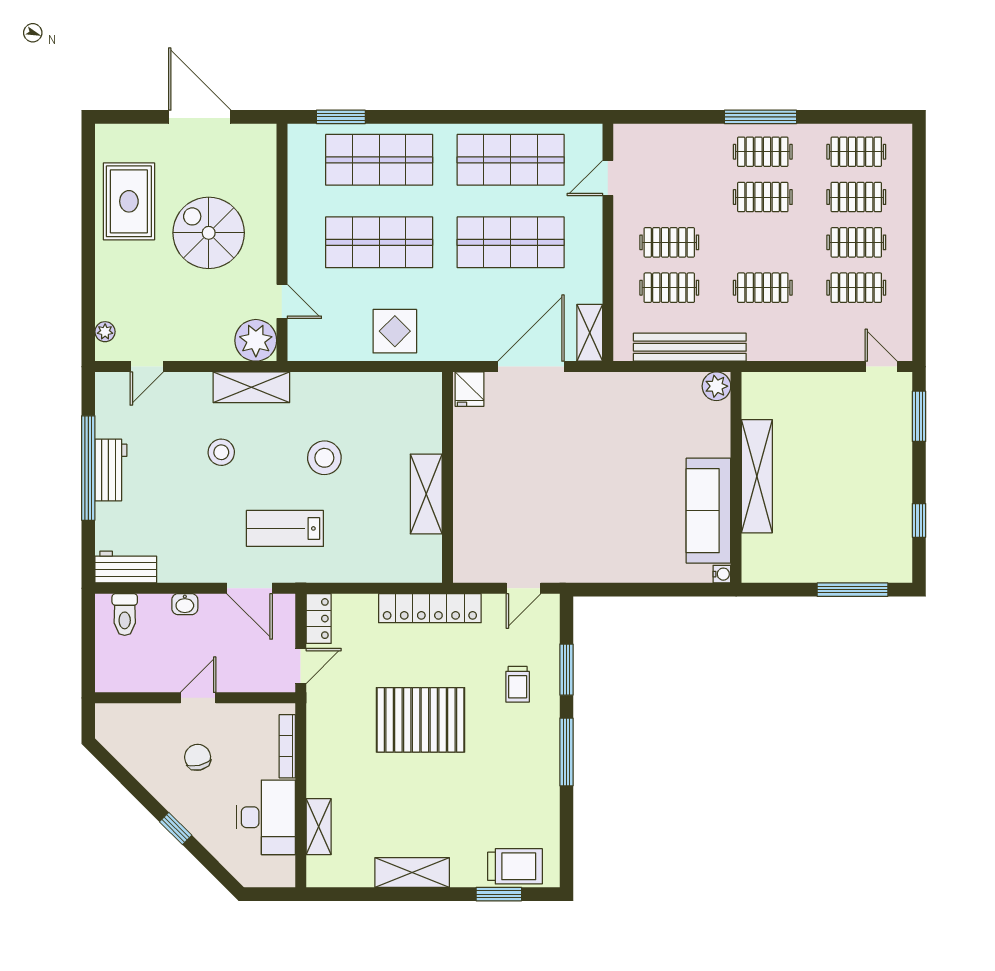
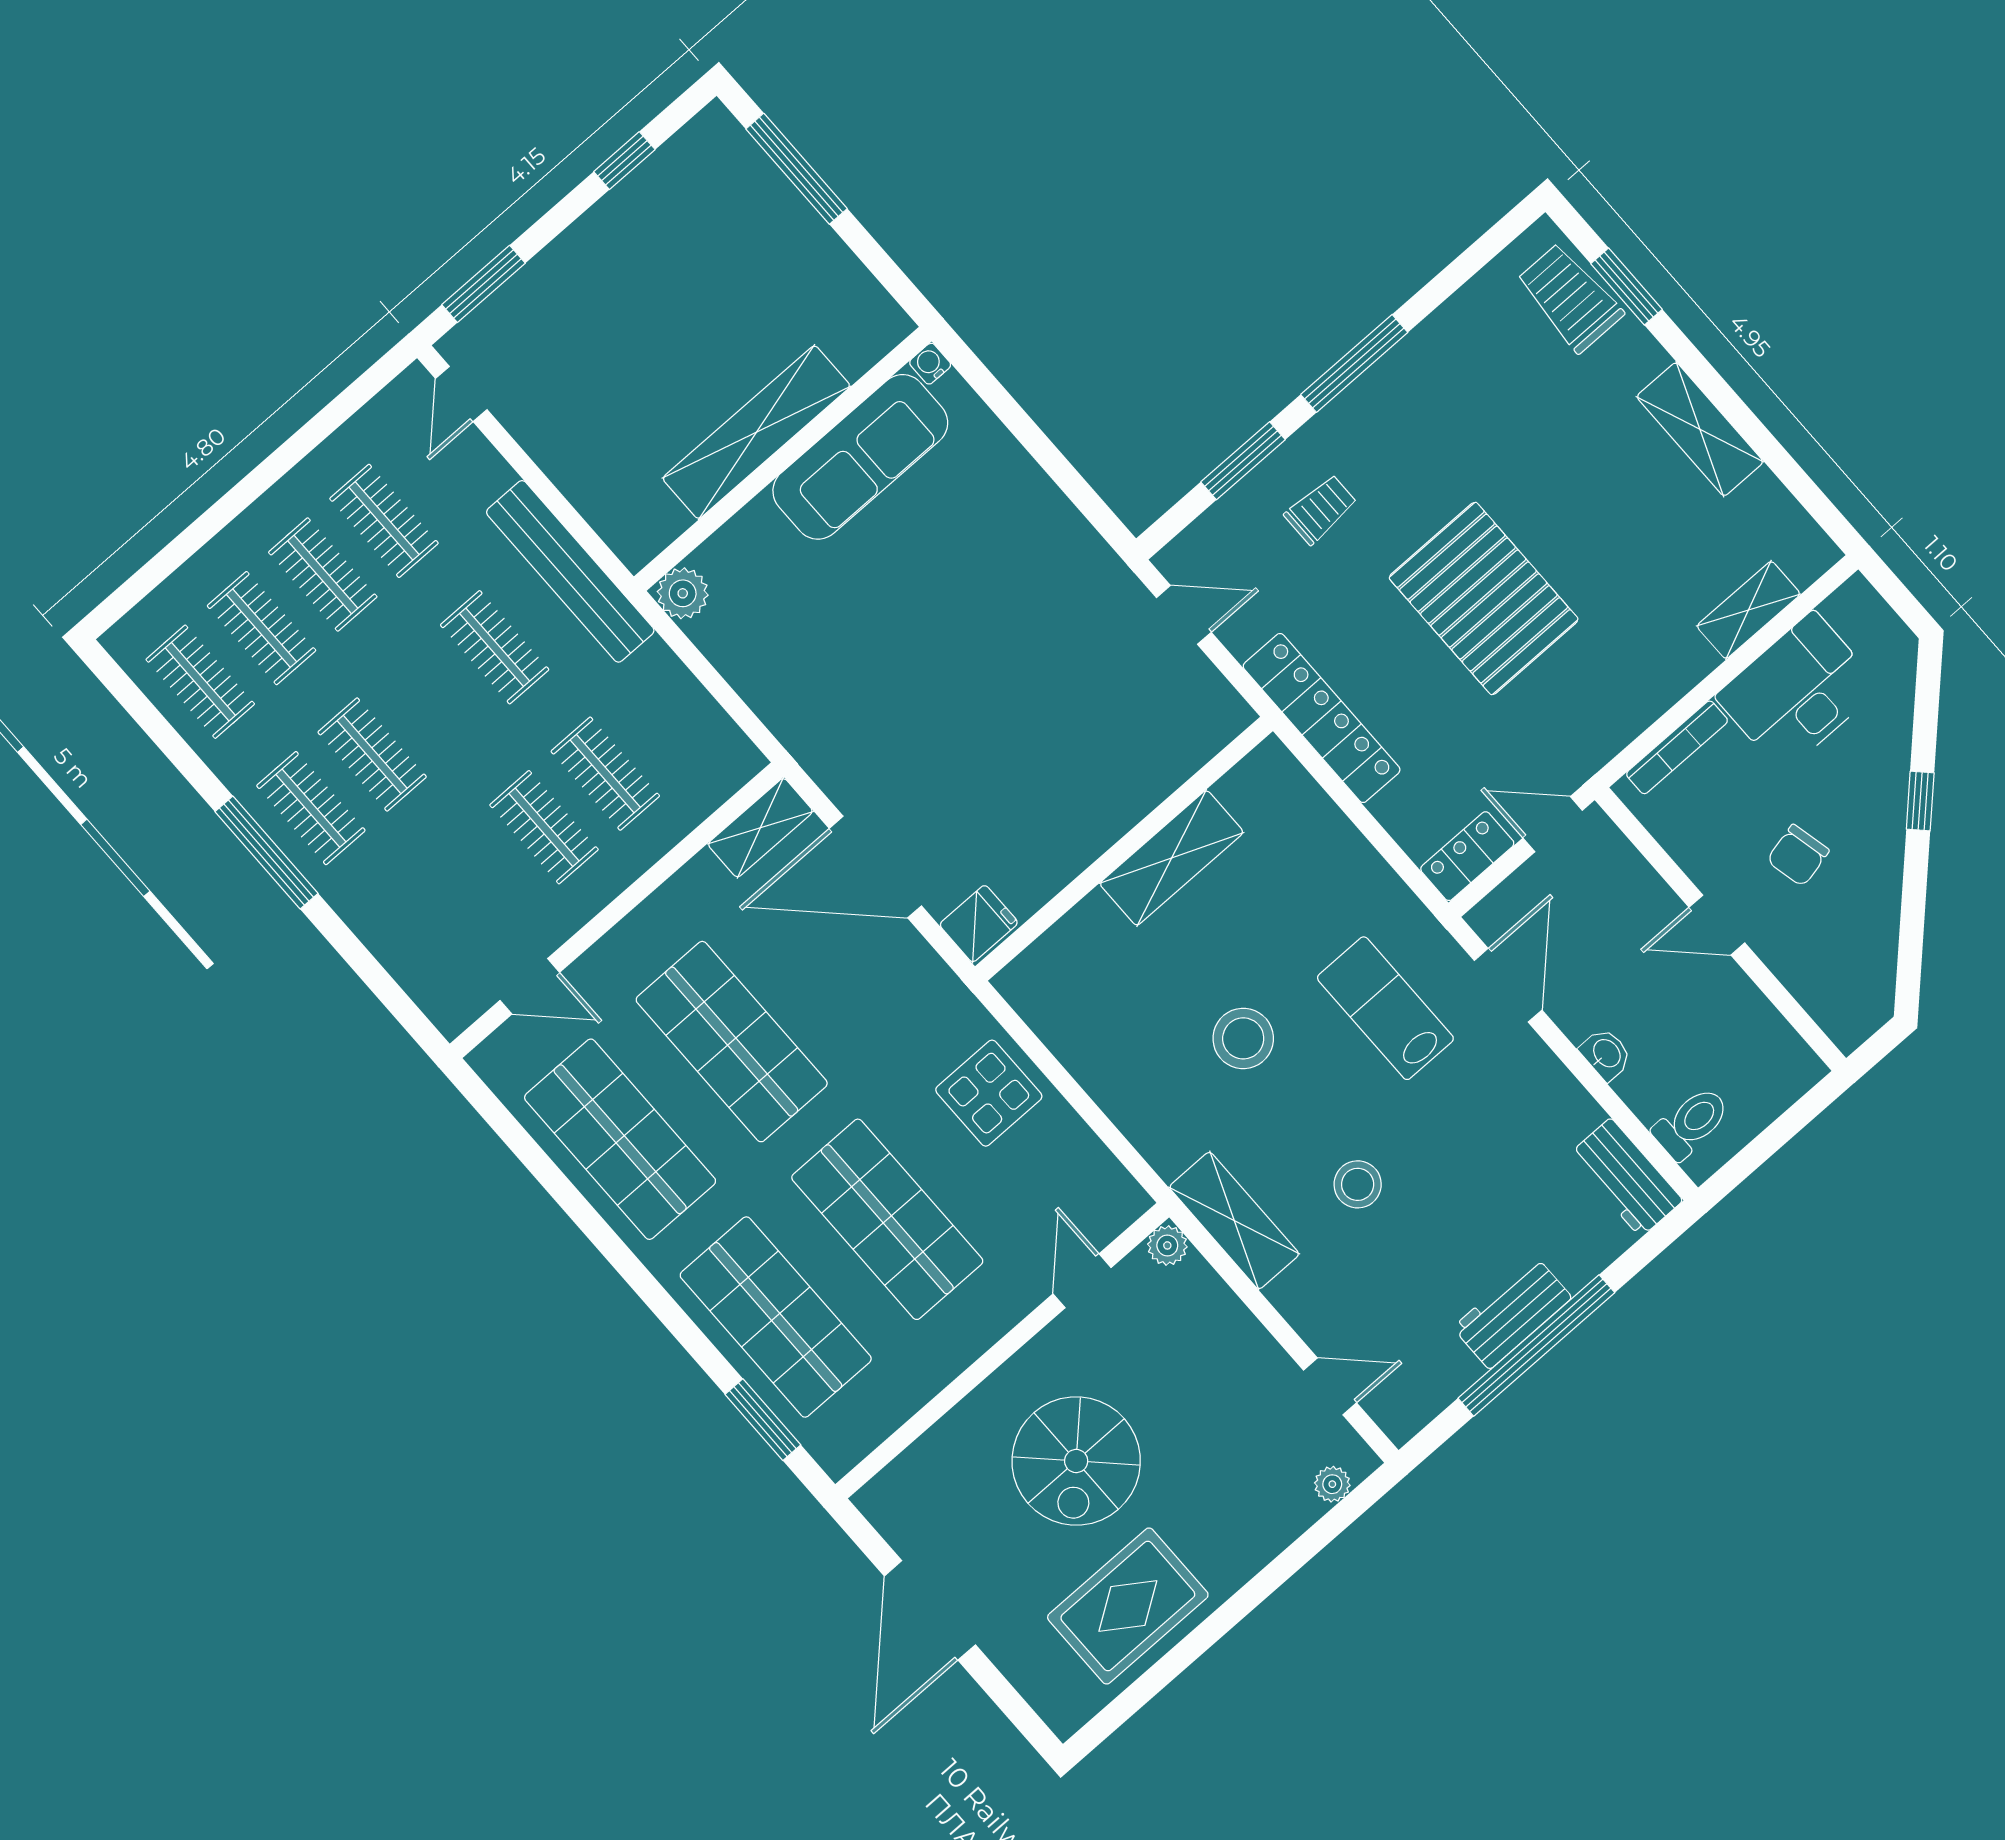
plant: (256, 340) -> (1167, 1245), width x0.53, depth x0.53
bench: (690, 347) -> (570, 571), moved
lab bench: (285, 528) -> (1385, 1008), turned 180

